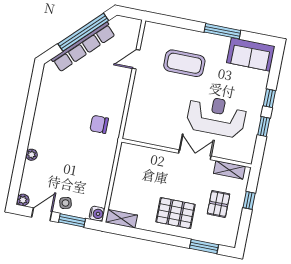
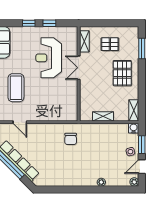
shelving: (121, 175) -> (103, 116), added
window: (249, 200) -> (103, 23), removed
door: (42, 214) -> (142, 167), hinge flipped

